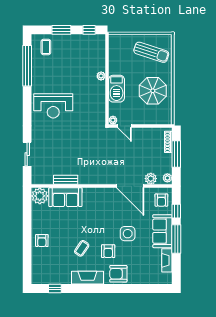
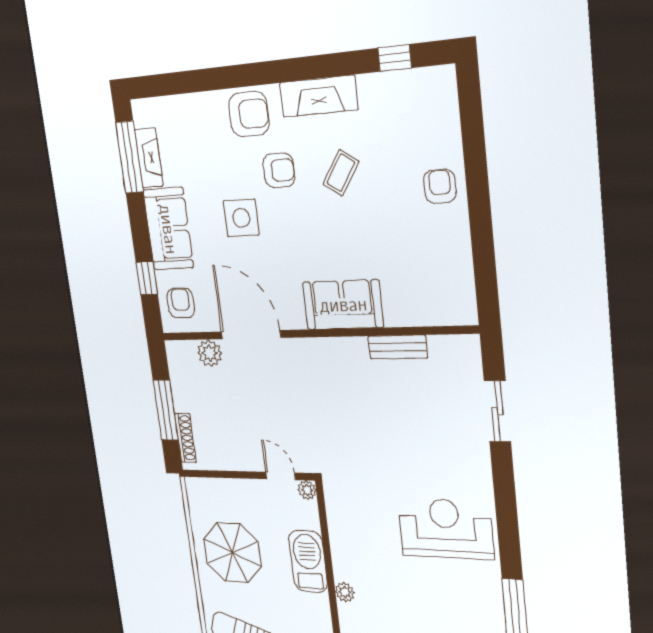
plant: (167, 178) -> (176, 355), removed
plant: (40, 196) -> (456, 304), removed
sofa: (65, 197) -> (343, 305), moved
window: (176, 239) -> (129, 157), moved
armchair: (108, 251) -> (279, 170), turned 90

